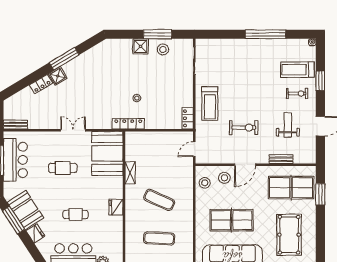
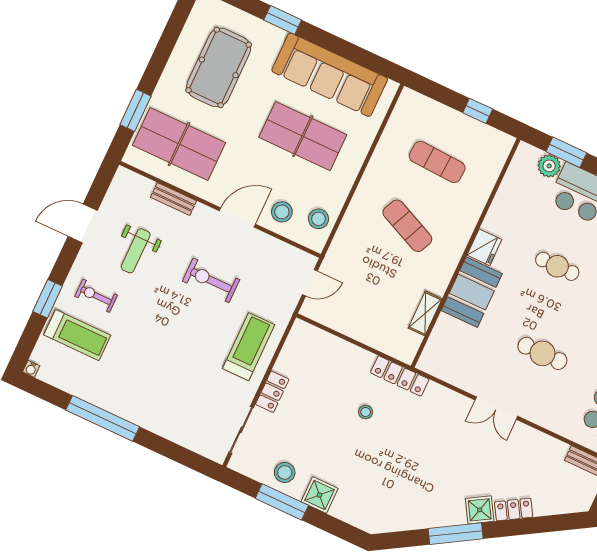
locker: (188, 118) -> (272, 392), moved
booth: (107, 153) -> (472, 292), moved, width x0.73, depth x0.70
shelving: (130, 173) -> (425, 313), moved

